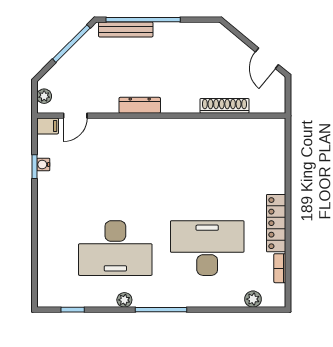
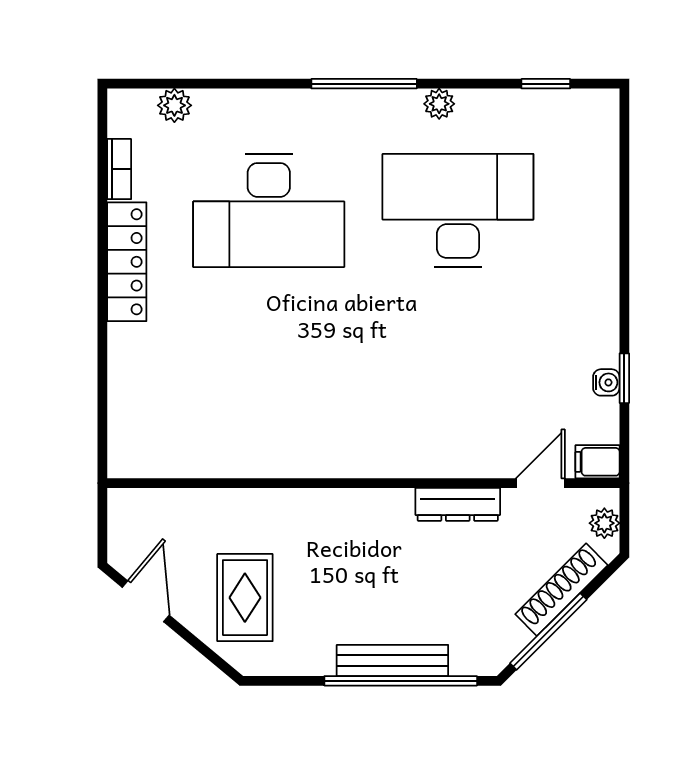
bench: (126, 29) -> (392, 660), moved
rug: (219, 60) -> (245, 598), added
dresser: (140, 105) -> (458, 504), moved
shoe rack: (225, 106) -> (561, 590), moved, turned 135

